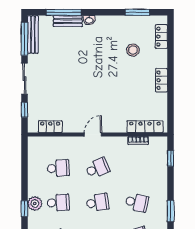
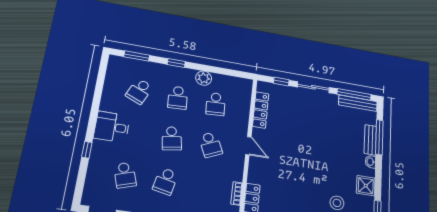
shower: (113, 24) -> (366, 186), added
locker: (50, 127) -> (261, 110), width x1.53
plant: (35, 203) -> (204, 78), moved

